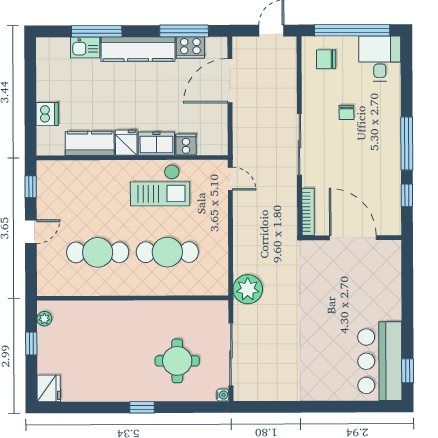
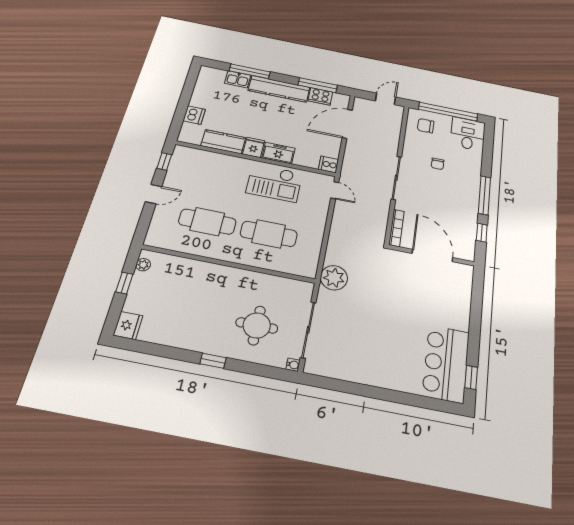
cooker: (186, 145) -> (329, 164), moved, turned -90

